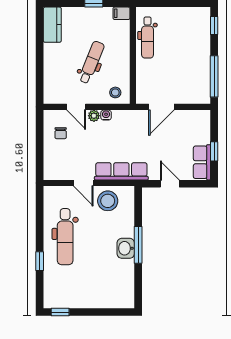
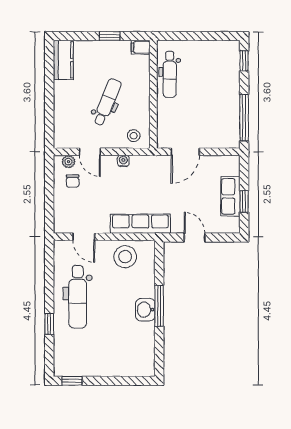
plant: (94, 116) -> (68, 162), moved
row of seats: (202, 162) -> (230, 196), moved
door: (83, 183) -> (84, 237), moved

